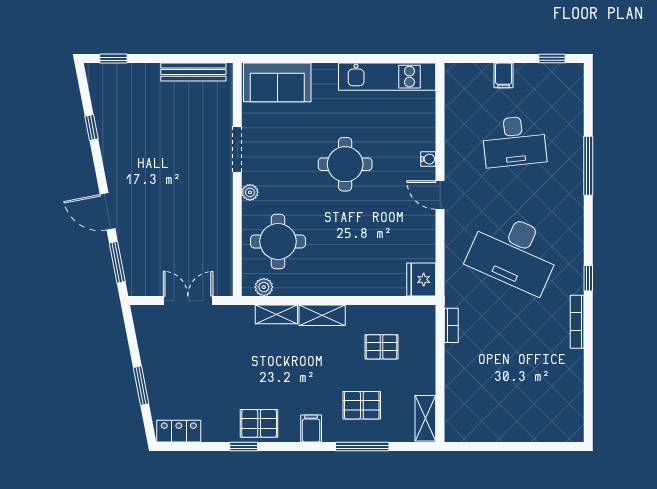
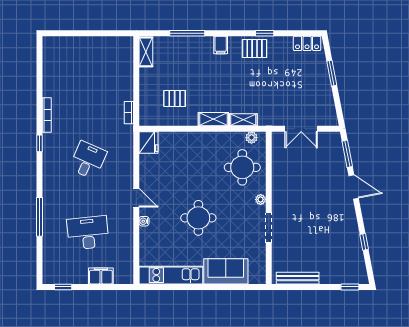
filing cabinet: (504, 75) -> (101, 276), width x2.00
sofa: (277, 82) -> (226, 271), moved
desk: (514, 253) -> (88, 160), width x0.53, depth x0.77
pallet: (362, 405) -> (187, 60), removed

